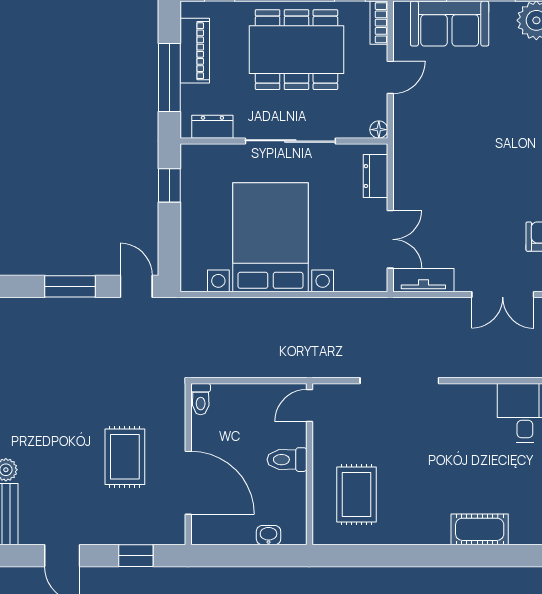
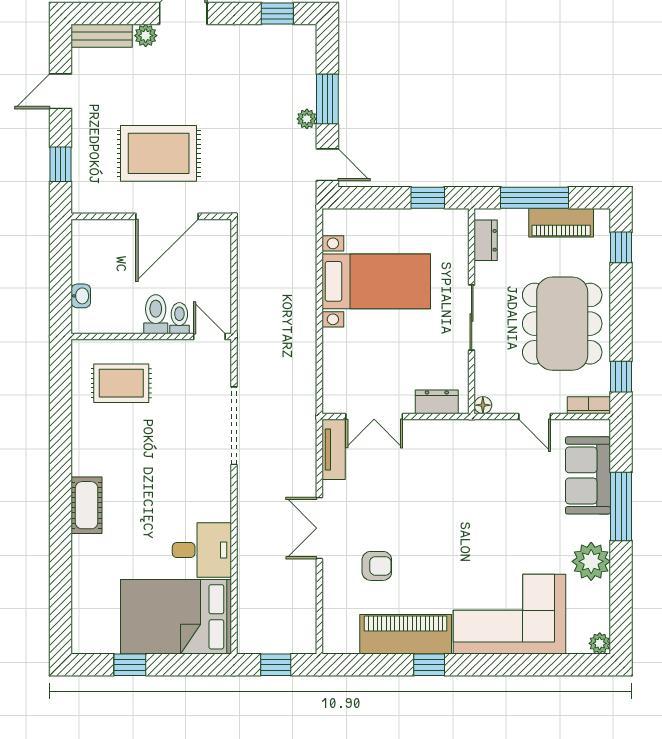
sliding door: (290, 141) -> (472, 318), width x0.73
bed with nightstands: (270, 237) -> (376, 281), width x0.73
door: (136, 286) -> (327, 165), hinge flipped
plant: (90, 307) -> (307, 119), added
toilet: (201, 399) -> (179, 318), moved, turned 90
rug: (125, 457) -> (159, 153), width x1.36, depth x1.43
door: (188, 483) -> (167, 216), moved

